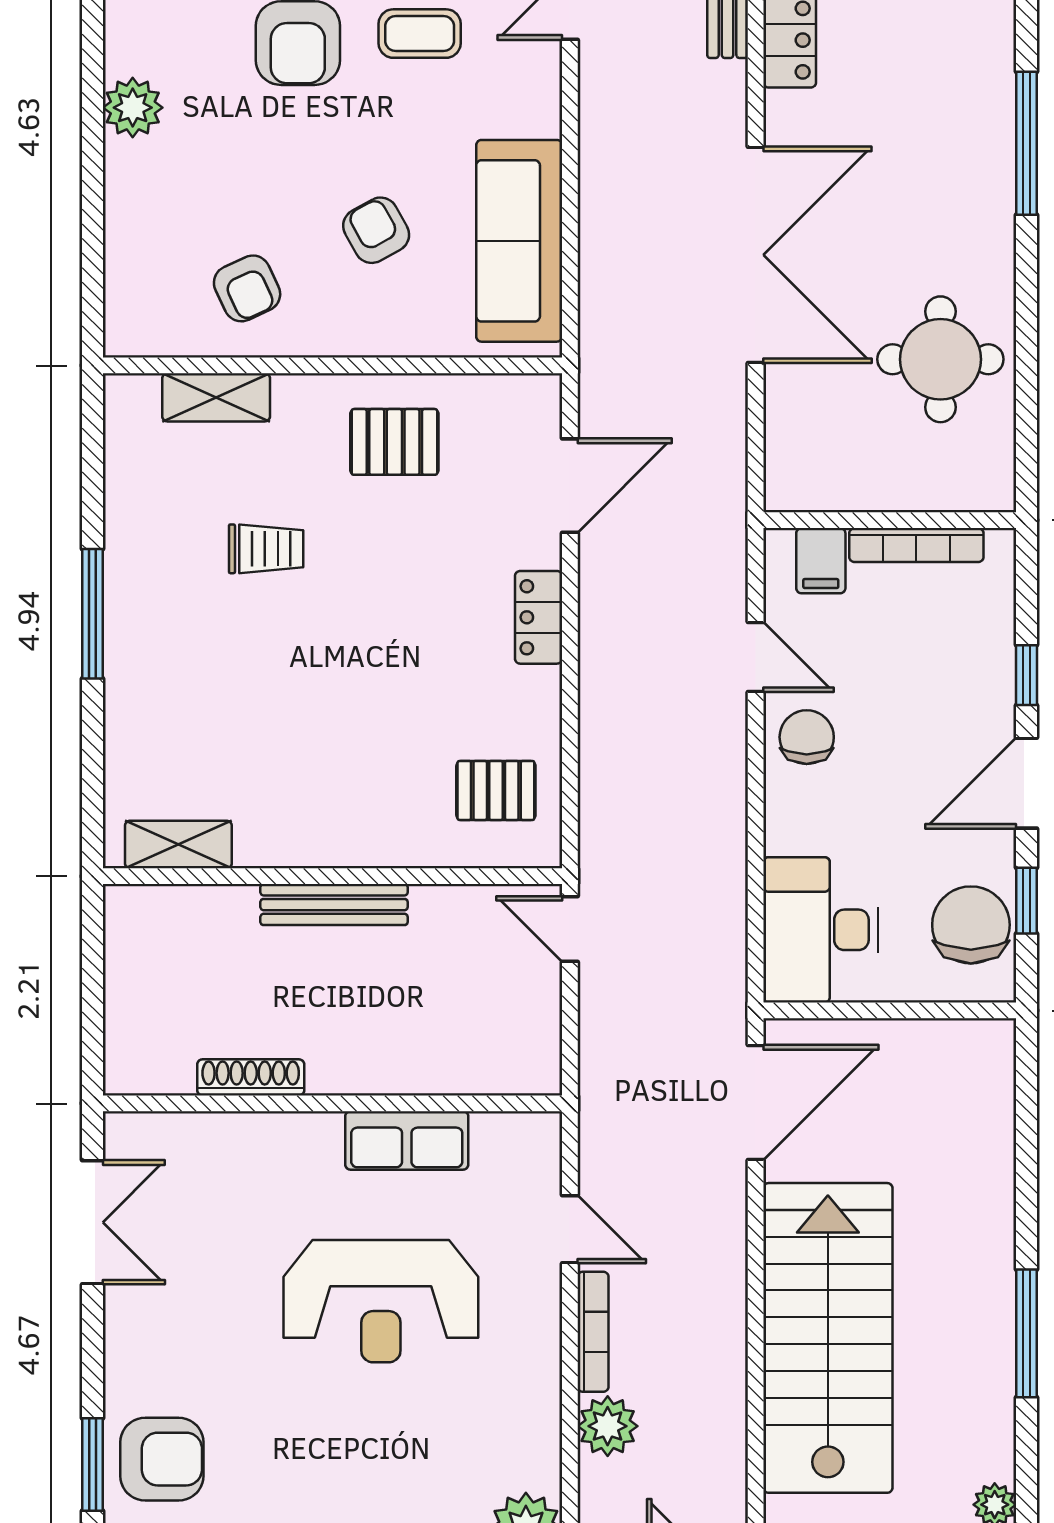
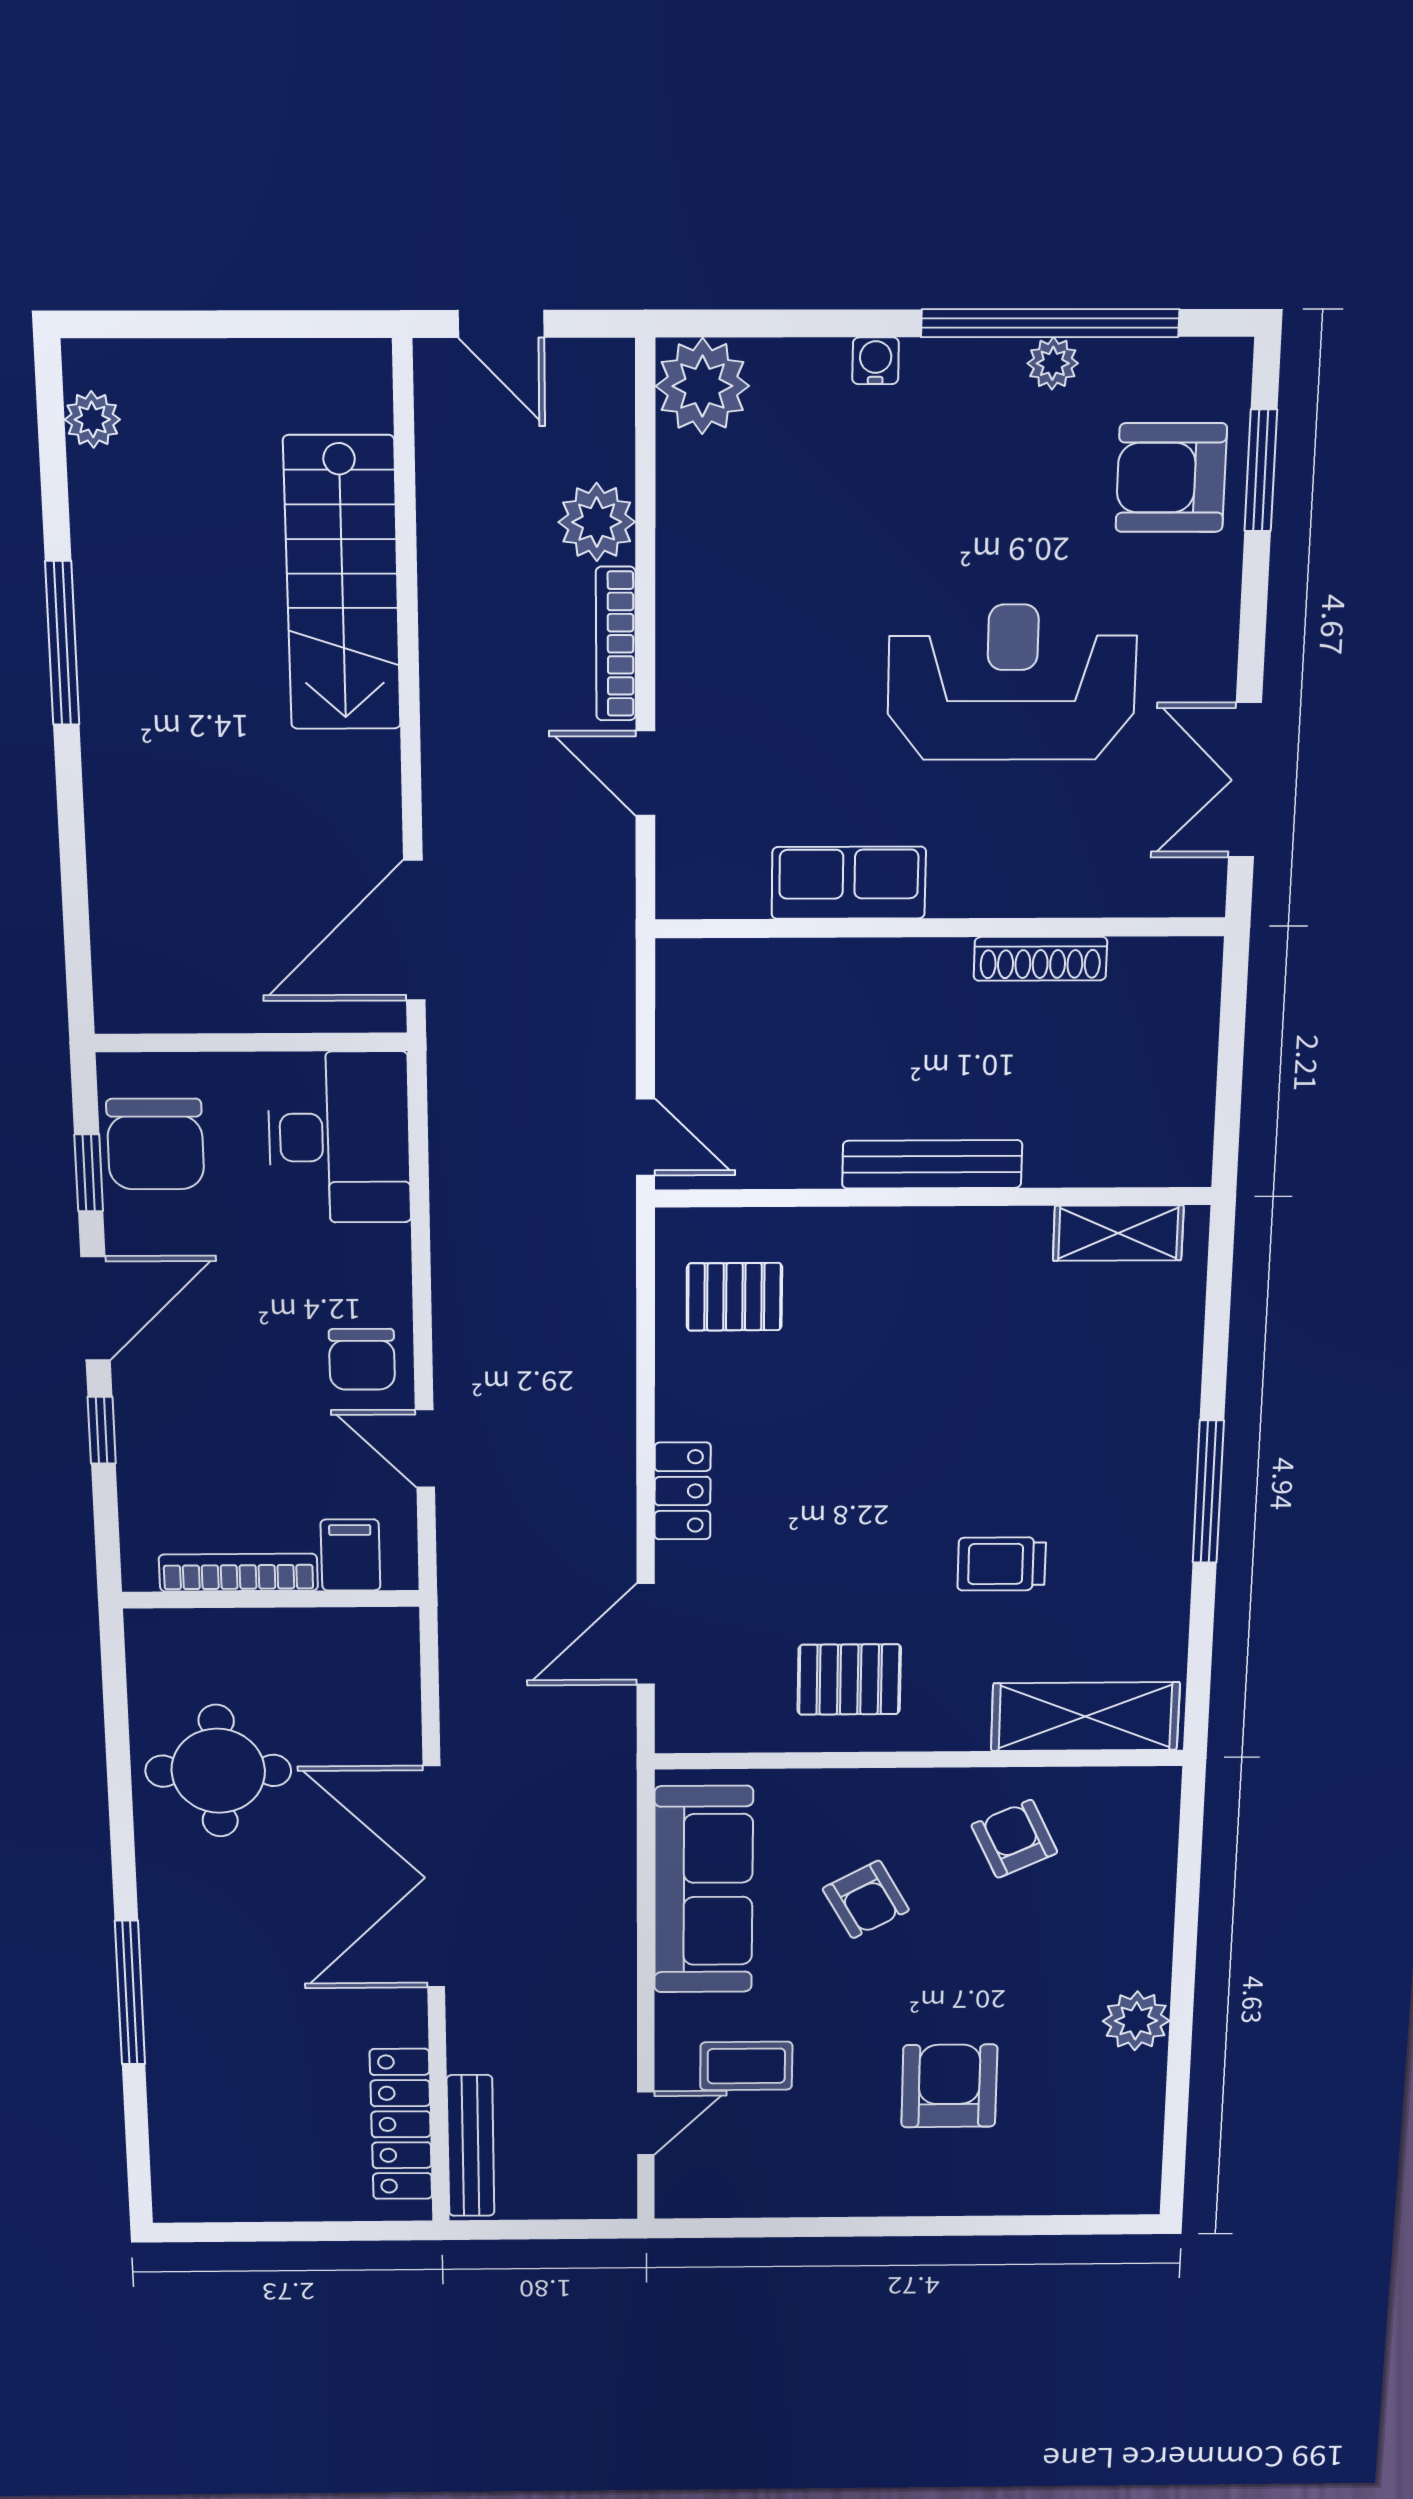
coffee table: (420, 34) -> (746, 2066), moved
shelving: (216, 397) -> (1085, 1717), width x1.50, depth x1.33
reception desk: (381, 1301) -> (1012, 682), moved
stairs: (828, 1338) -> (342, 583), width x0.73, depth x0.66

